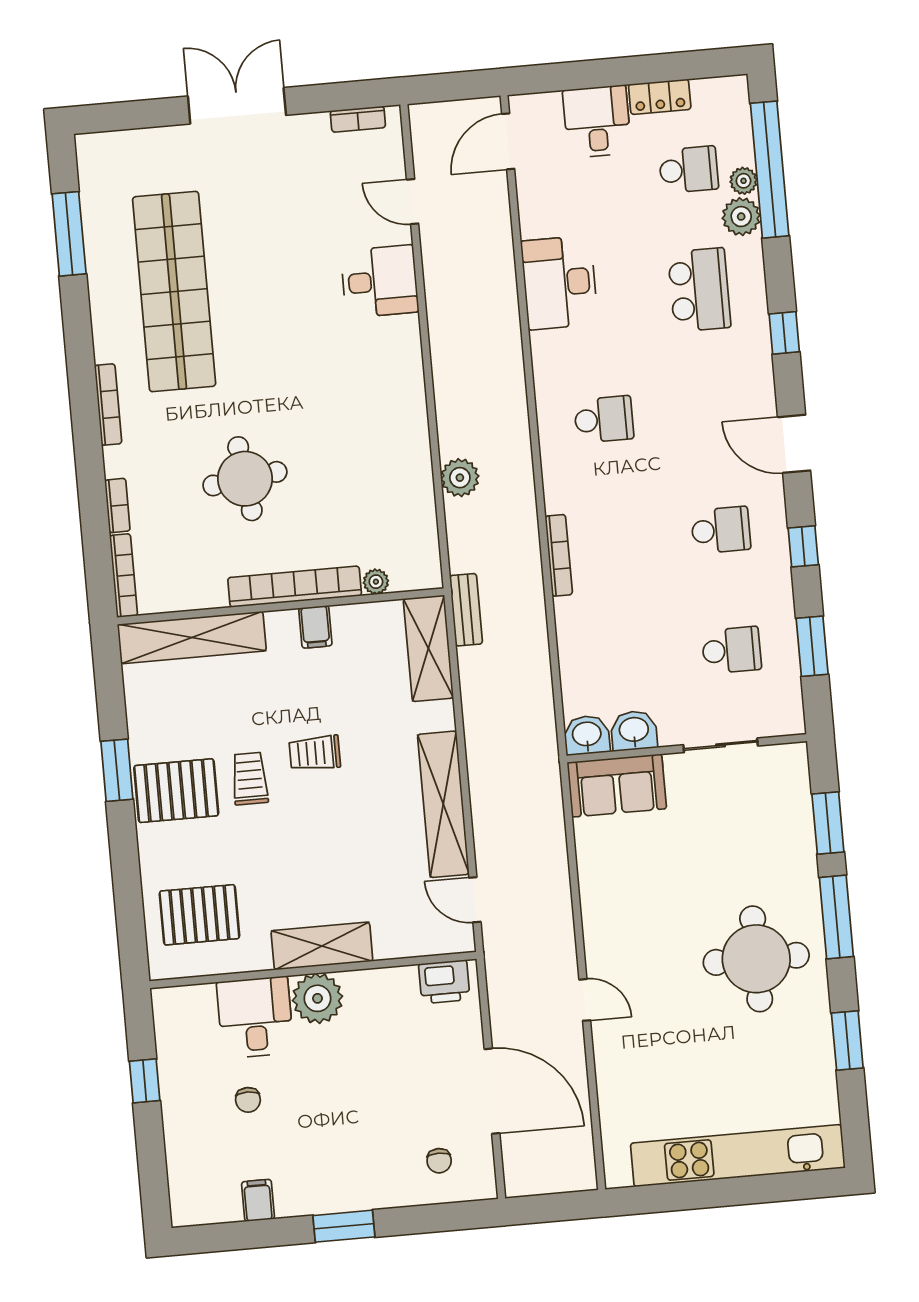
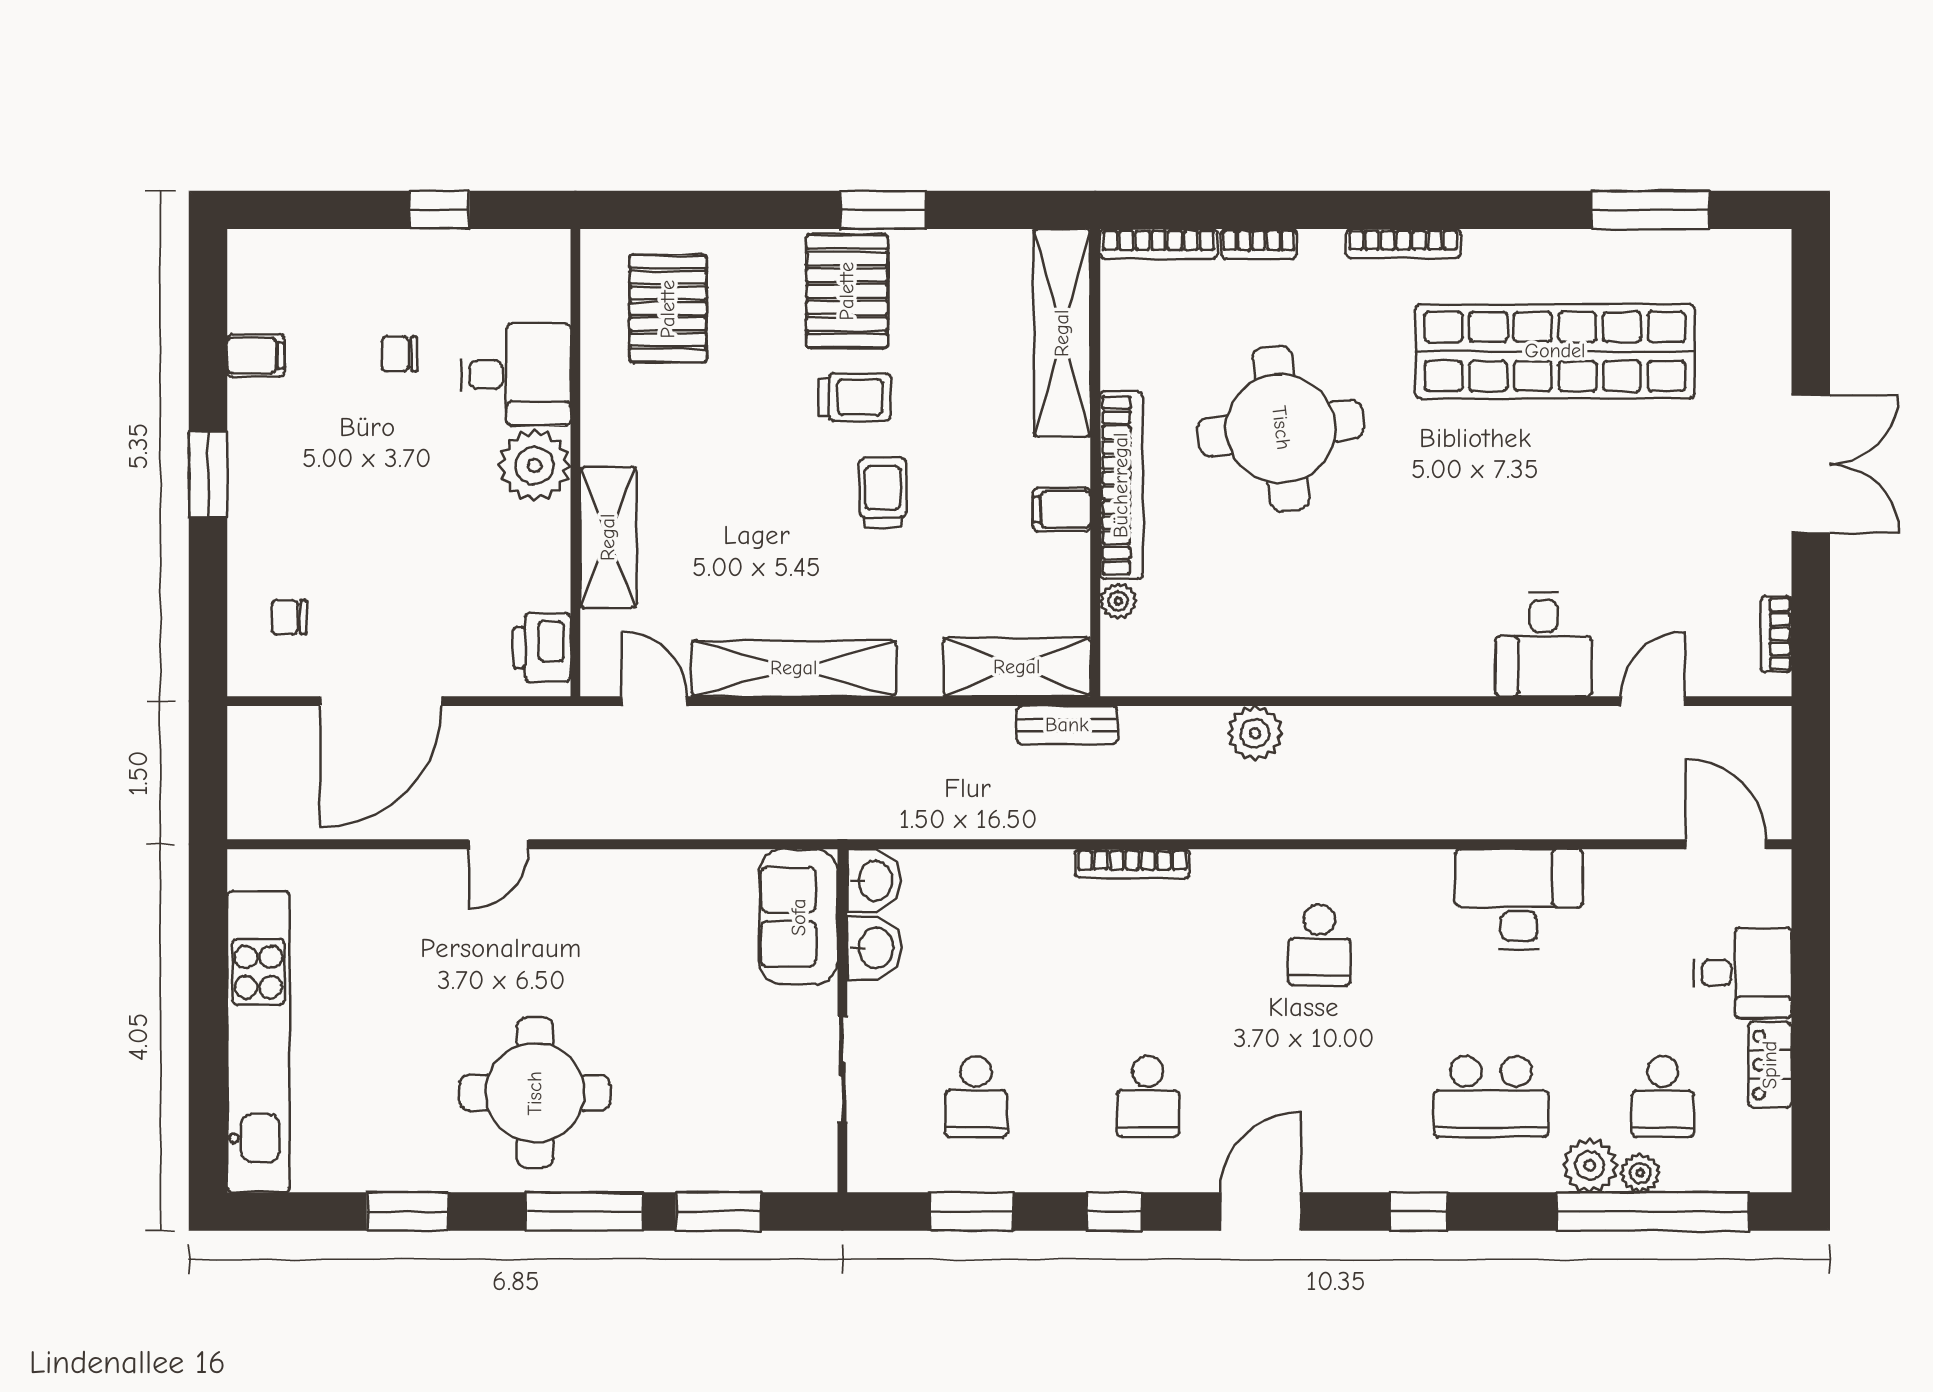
round table: (245, 479) -> (1281, 428), width x1.36, depth x1.36
door: (475, 900) -> (655, 701), hinge flipped
shelving: (322, 946) -> (608, 537), moved

